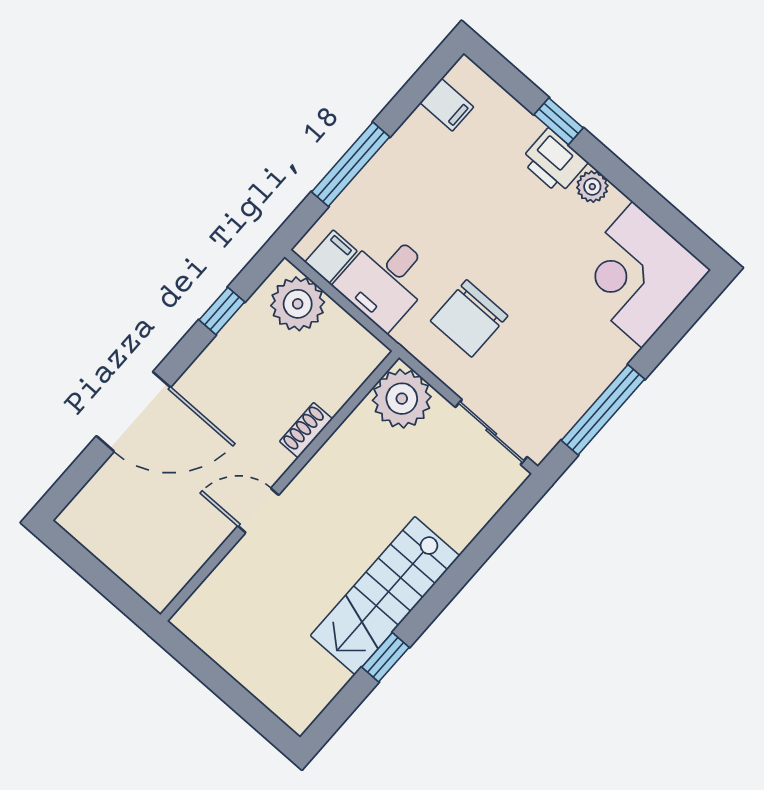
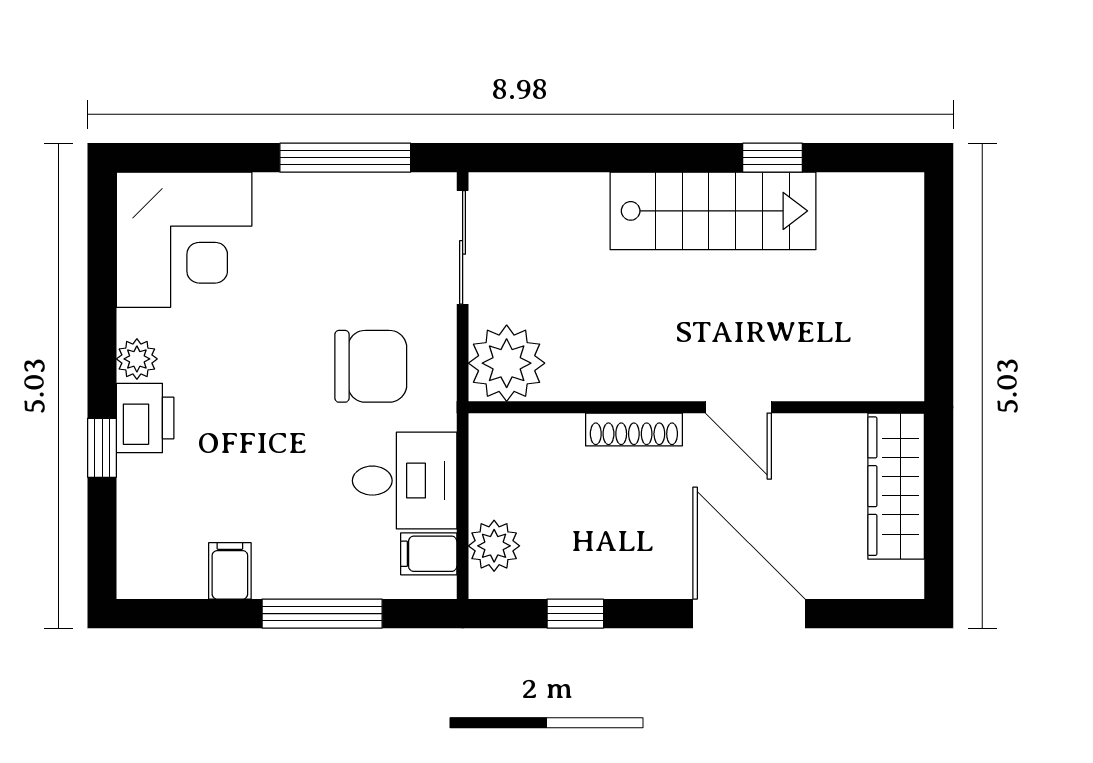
filing cabinet: (447, 105) -> (230, 571), moved
plant: (298, 304) -> (494, 546), width x0.73, depth x0.73
shoe rack: (306, 430) -> (634, 429), width x1.43
wardrobe: (132, 562) -> (896, 486), added

